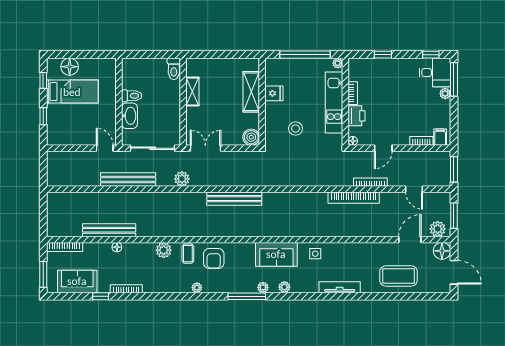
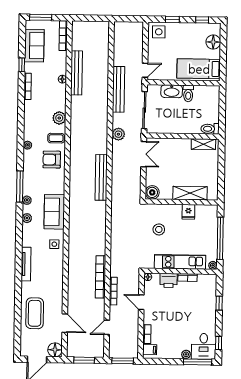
bed: (72, 92) -> (199, 69), moved, turned 90
shelving: (192, 92) -> (203, 144), moved
side table: (58, 132) -> (159, 32), added
plant: (438, 229) -> (73, 346), removed

